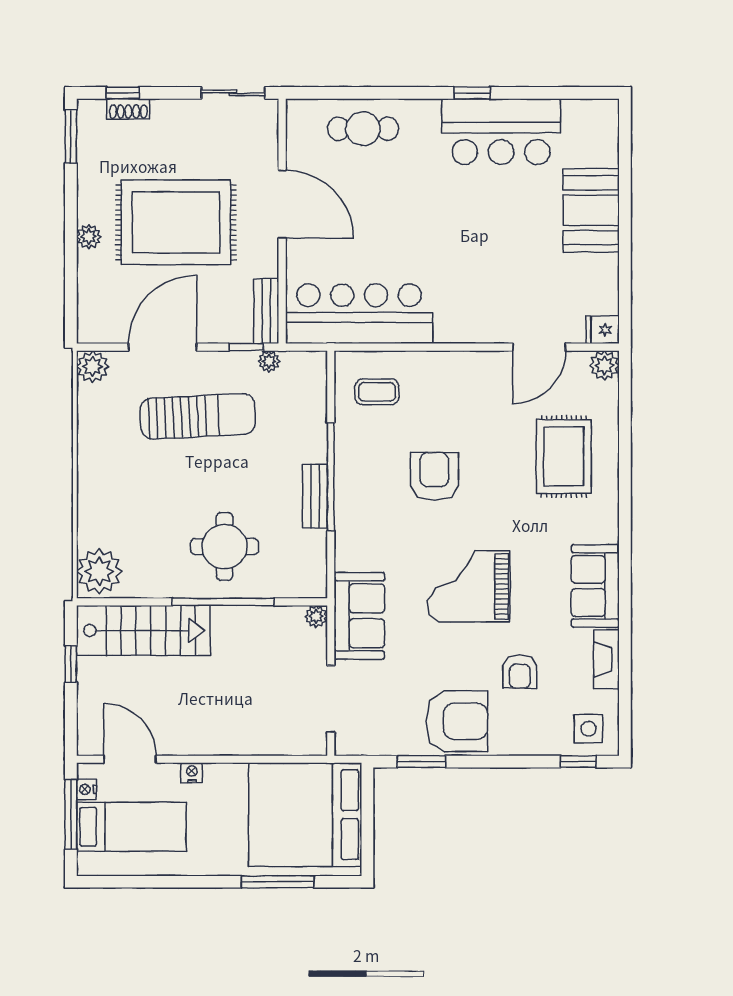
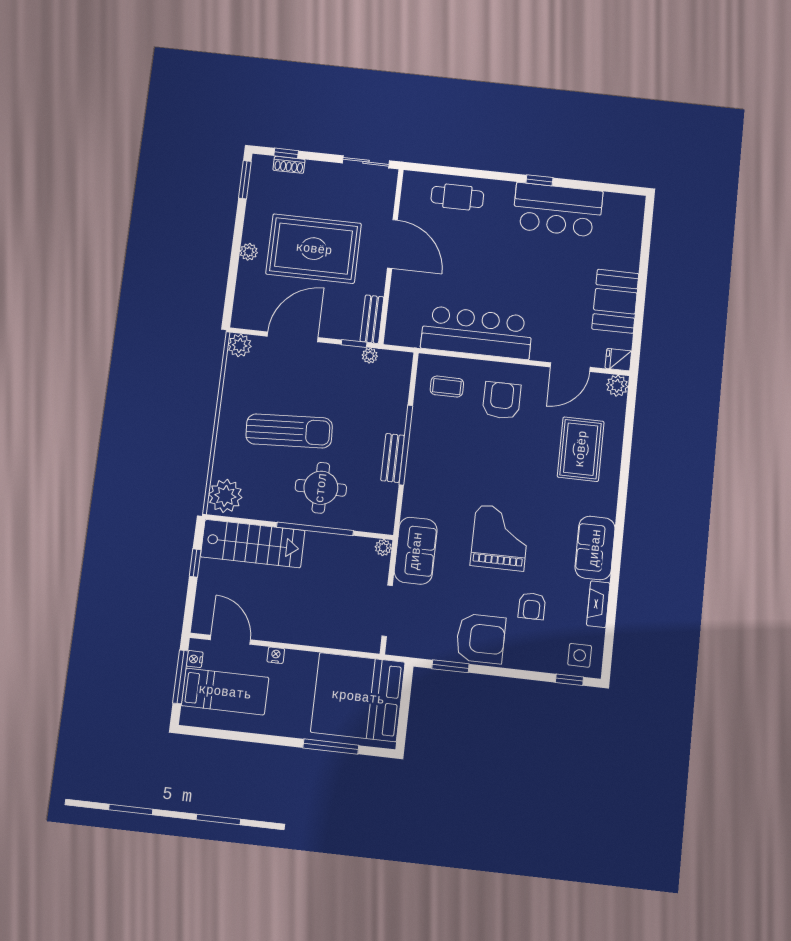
booth: (591, 210) -> (615, 301), moved
bar counter: (359, 314) -> (477, 333), moved
sun lounger: (198, 416) -> (289, 431), moved
armchair: (434, 476) -> (502, 400), moved
grand piano: (469, 586) -> (500, 538), turned 90

